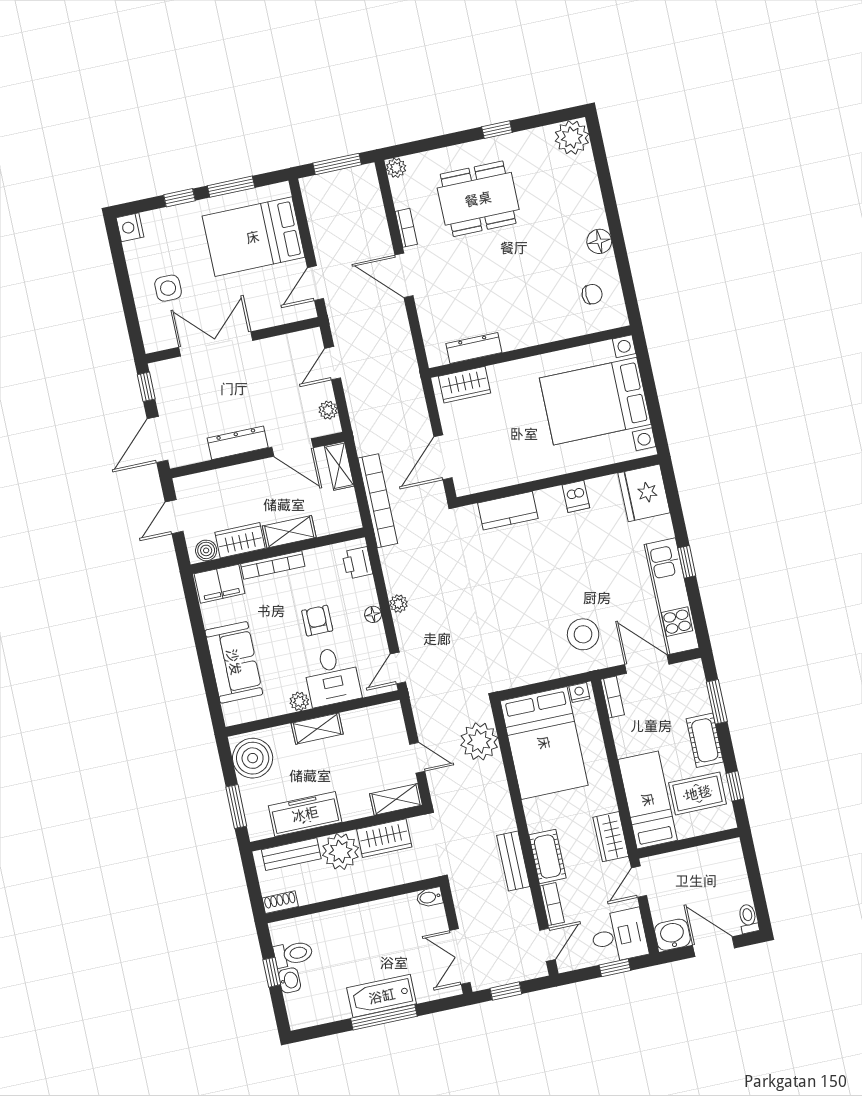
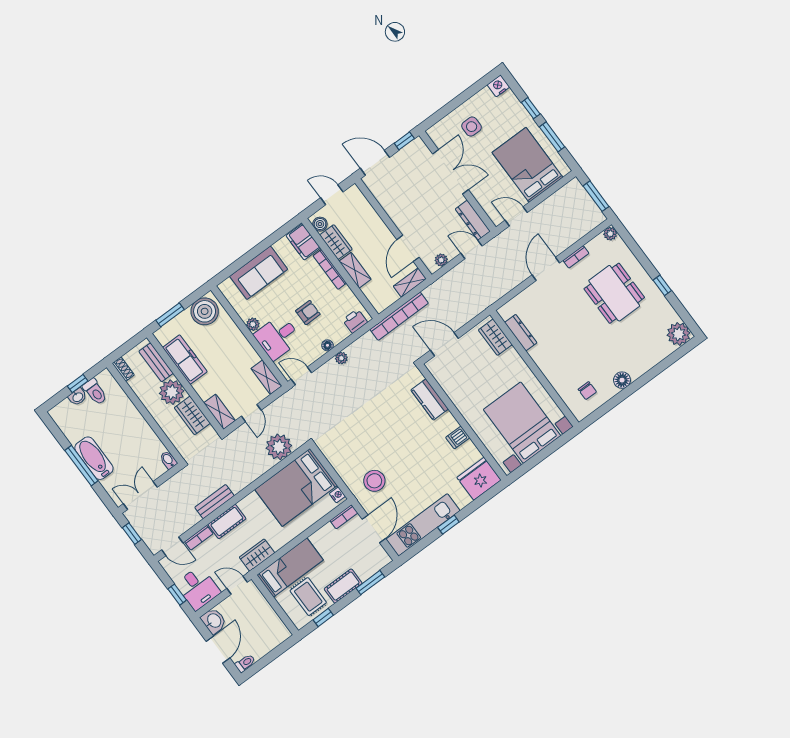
dresser: (238, 443) -> (473, 220), moved, turned 180
shelving: (317, 729) -> (266, 377), moved

